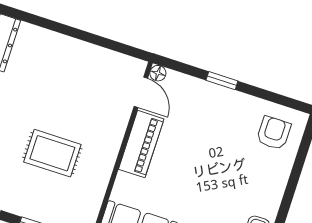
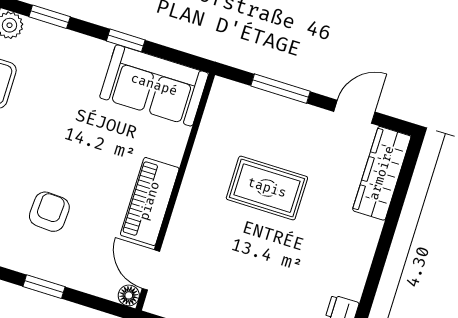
armchair: (217, 137) -> (49, 212), added

